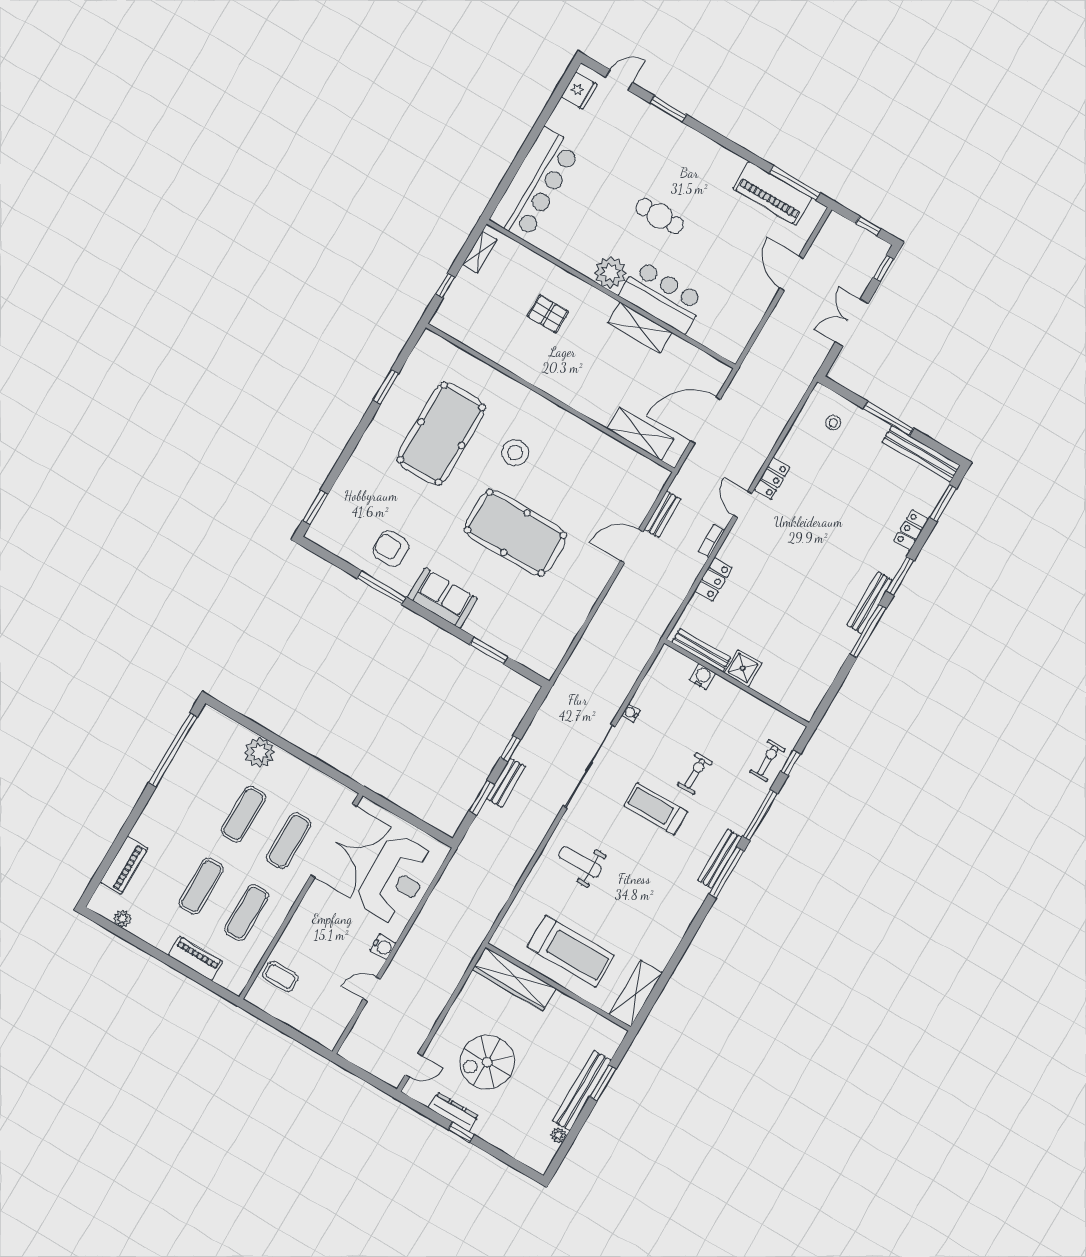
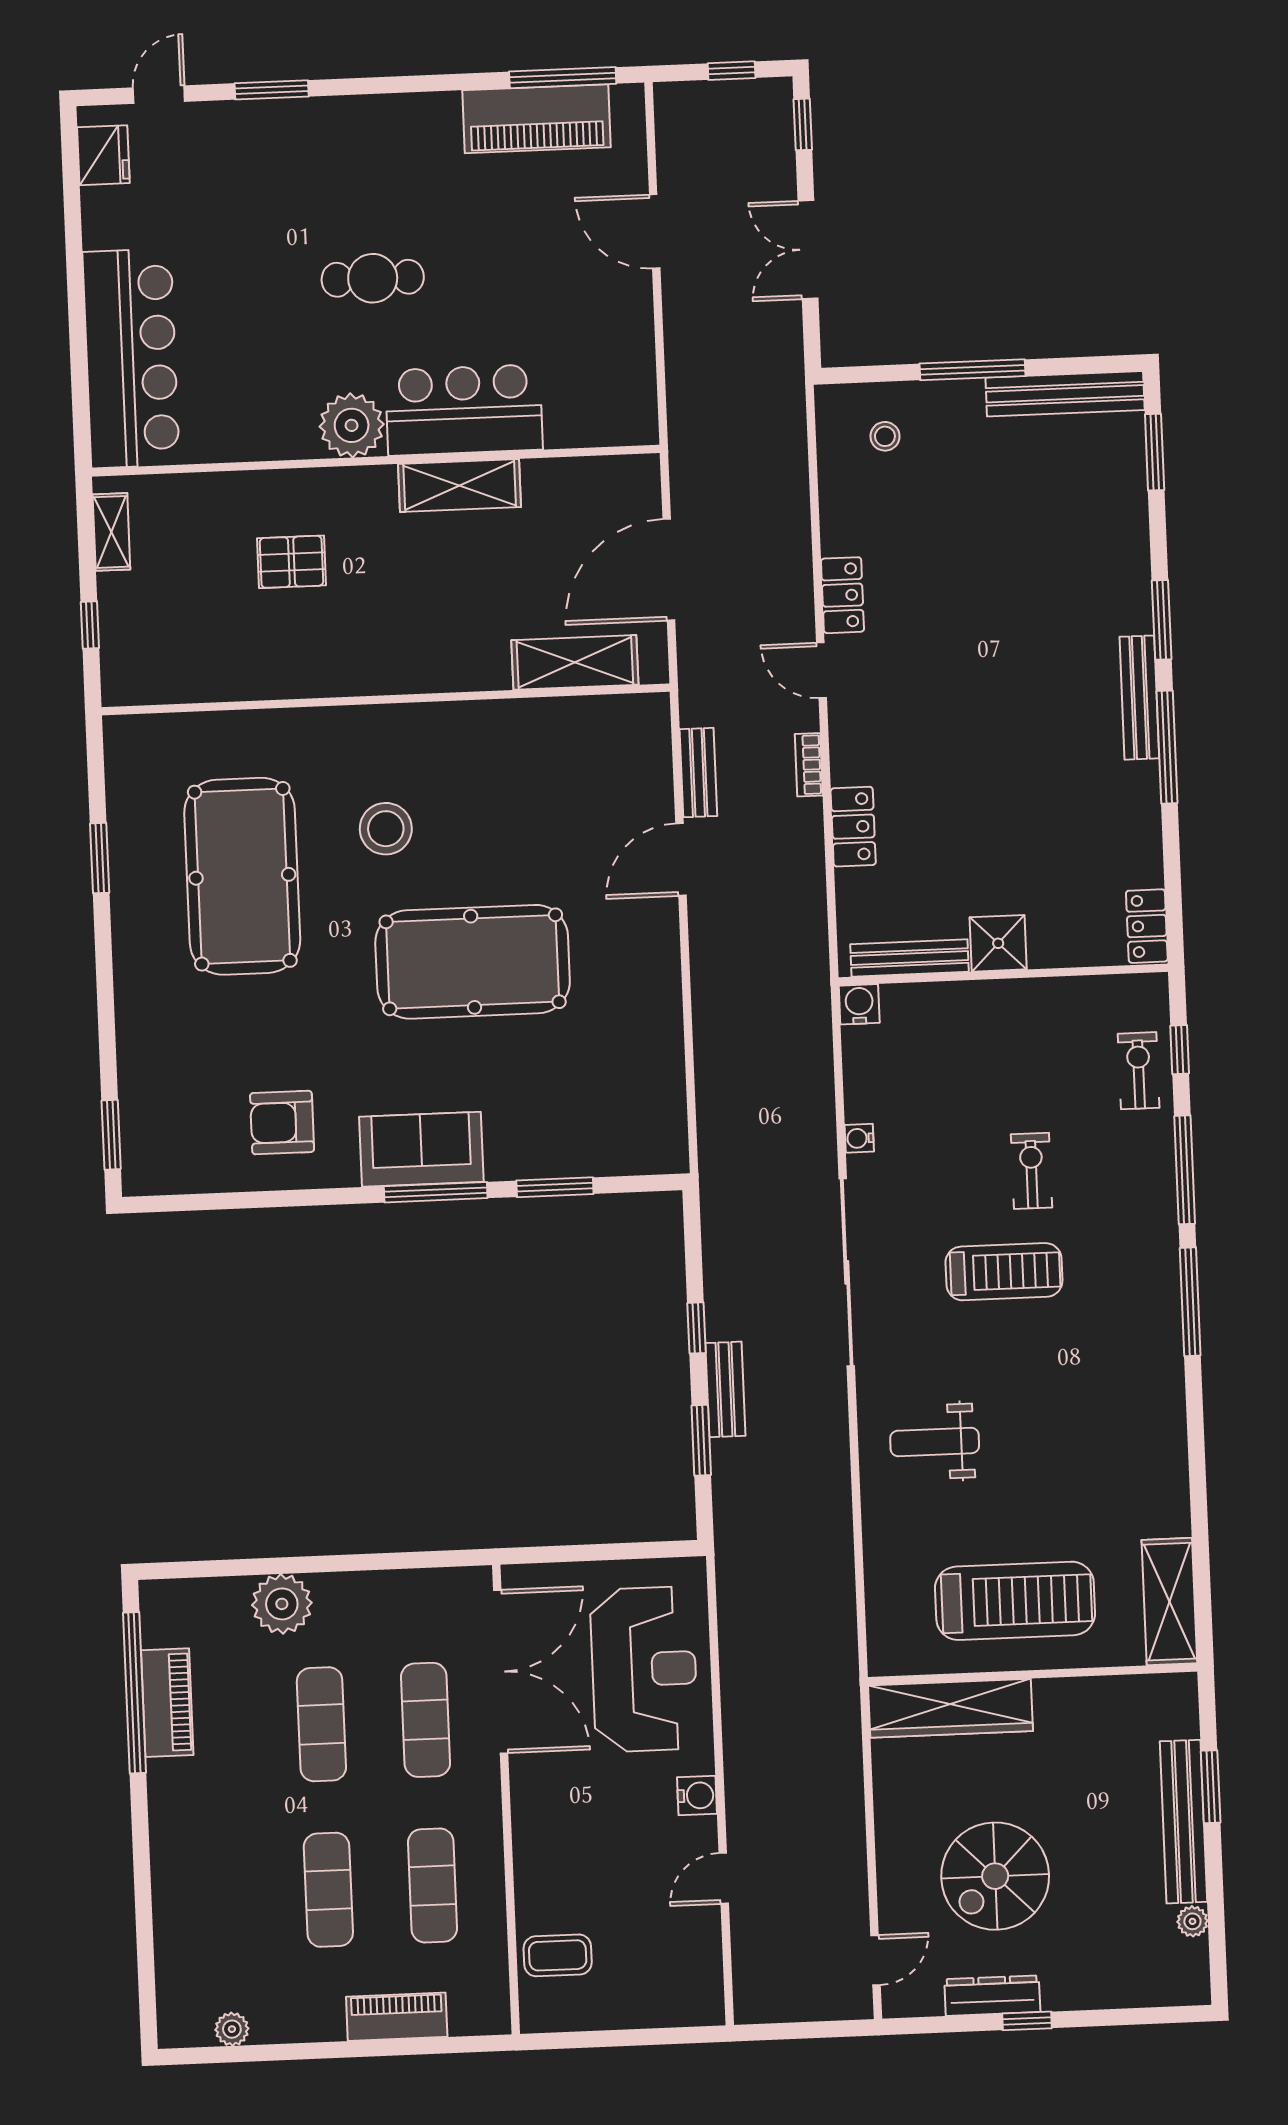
locker: (911, 530) -> (1147, 926), moved
window: (382, 588) -> (436, 1192), moved
water cooler: (702, 677) -> (859, 1004), moved
treadmill: (656, 809) -> (1004, 1272), turned 180
bench: (720, 859) -> (1165, 1286), removed
piano: (124, 865) -> (167, 1703), moved

